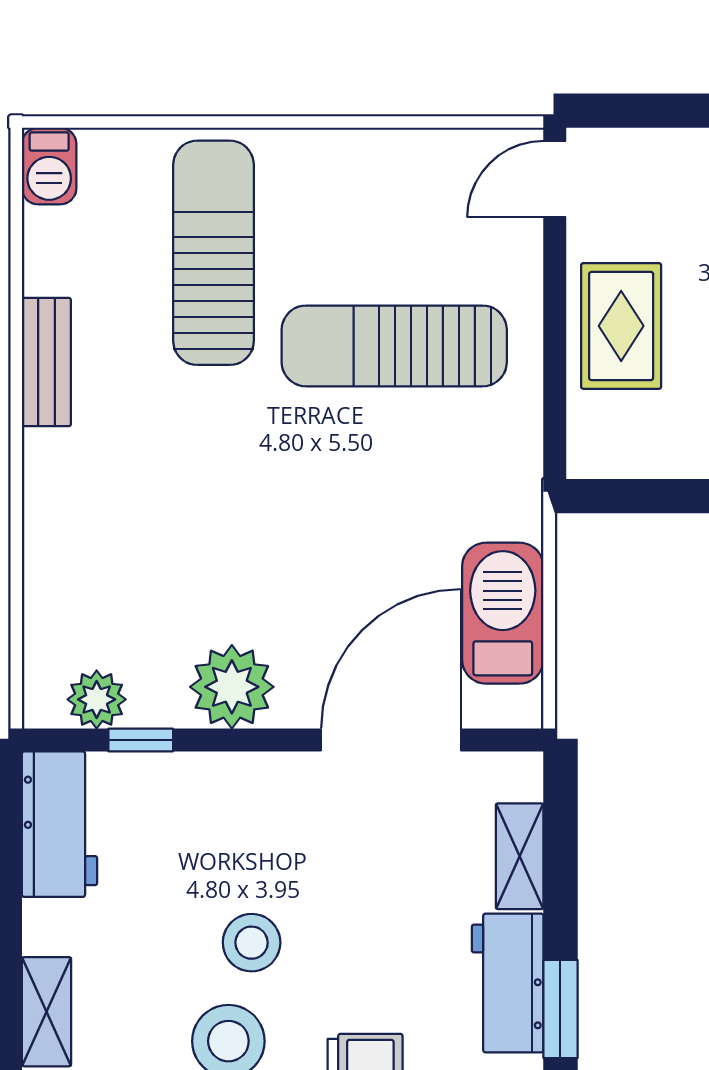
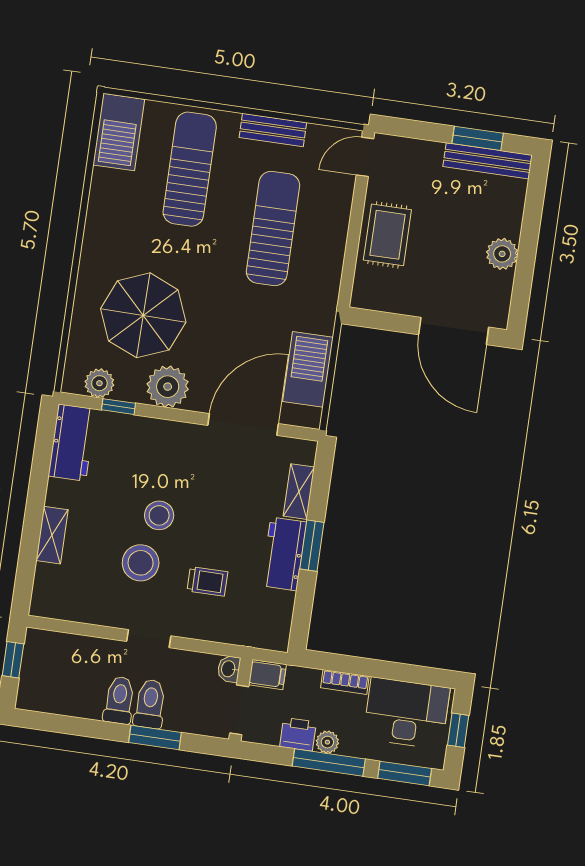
barbecue: (49, 166) -> (119, 132), width x1.88, depth x1.53
sun lounger: (394, 346) -> (273, 228), turned 90
bench: (46, 362) -> (273, 130), moved, turned 90
parasol: (164, 554) -> (143, 315), added
window: (560, 1009) -> (312, 546), moved

